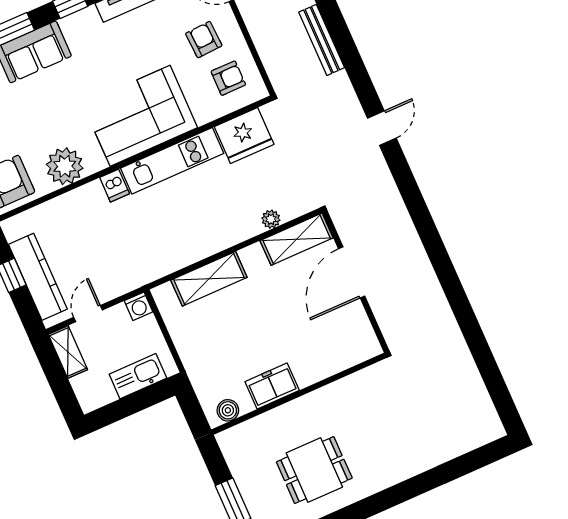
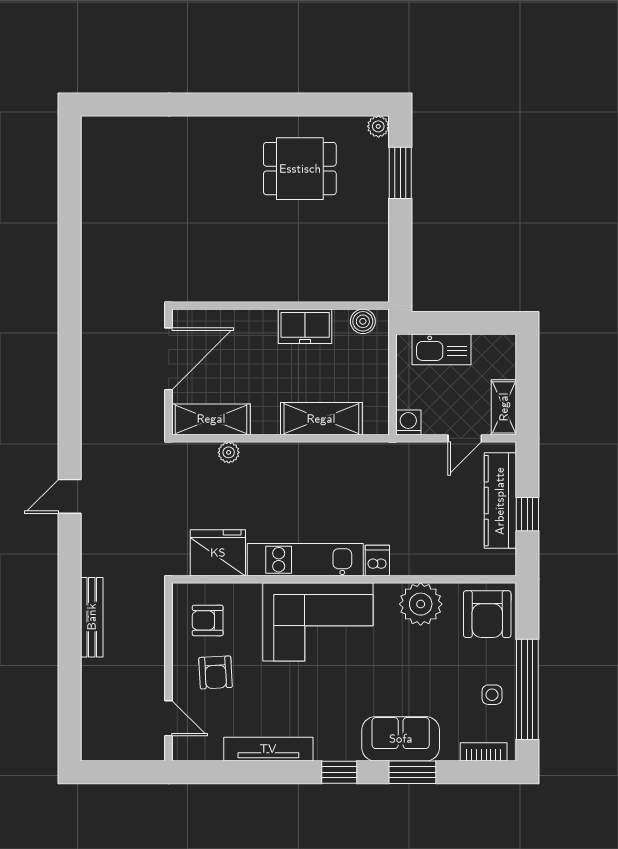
freezer: (272, 386) -> (305, 326), moved
wall: (299, 394) -> (281, 306), moved
boiler: (228, 410) -> (363, 321), moved

